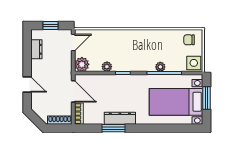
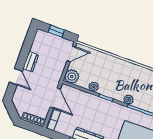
dresser: (36, 49) -> (31, 62), moved
plant: (160, 67) -> (128, 100), moved

